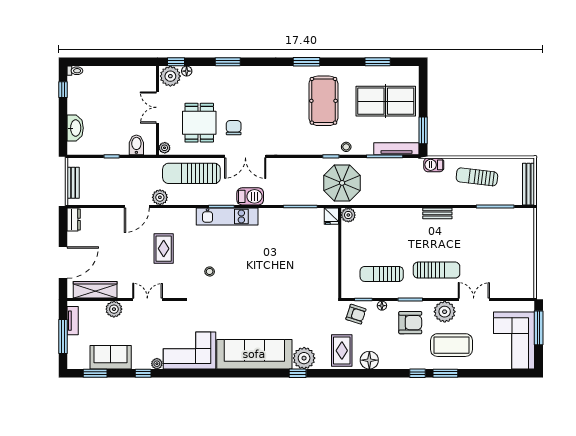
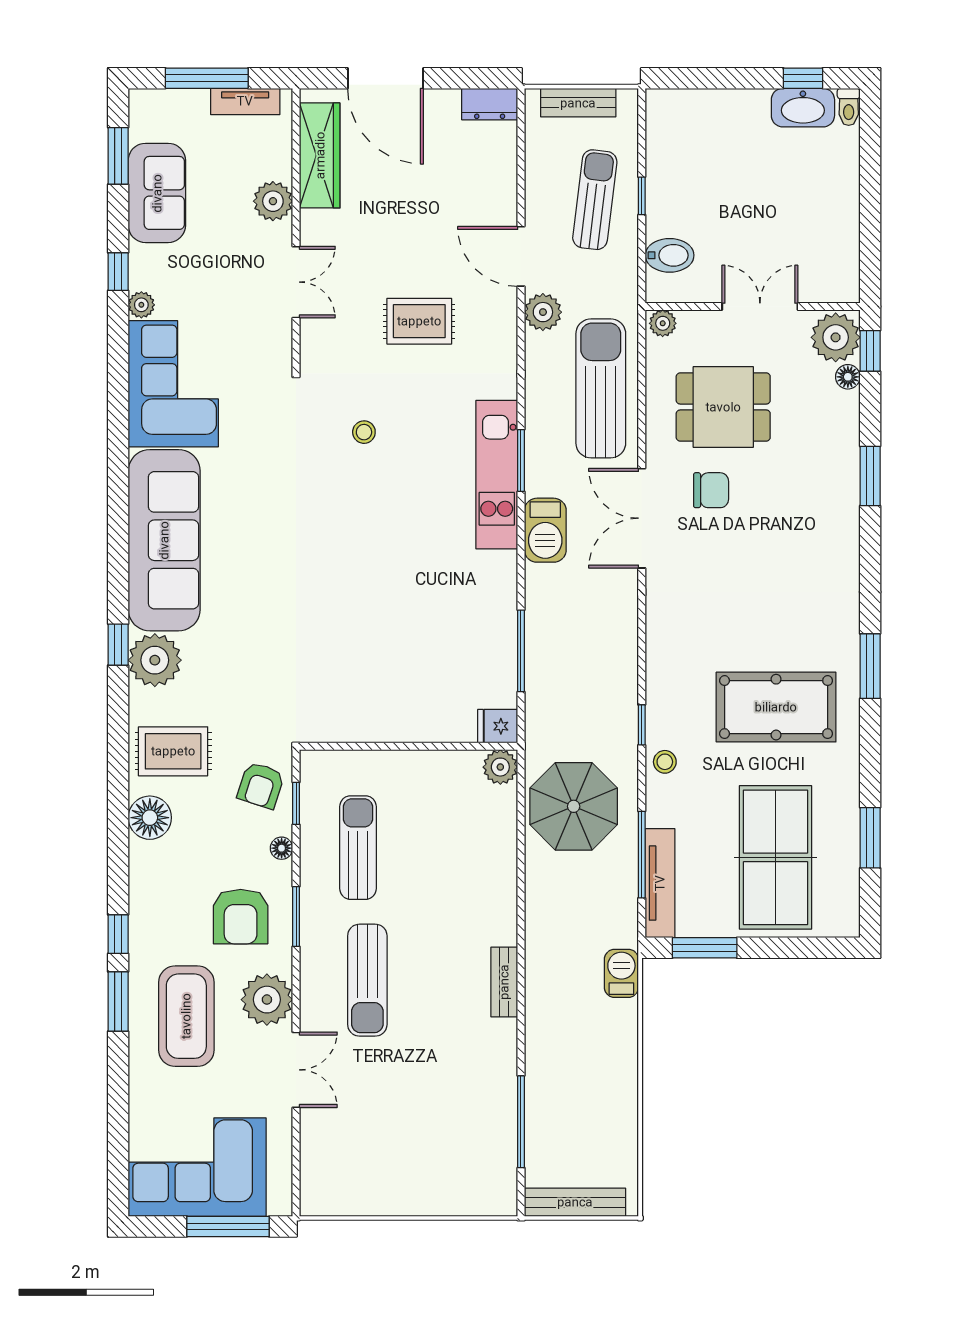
washbasin: (75, 128) -> (803, 108), moved
sun lounger: (477, 177) -> (595, 200), moved
parasol: (342, 183) -> (574, 806), moved

